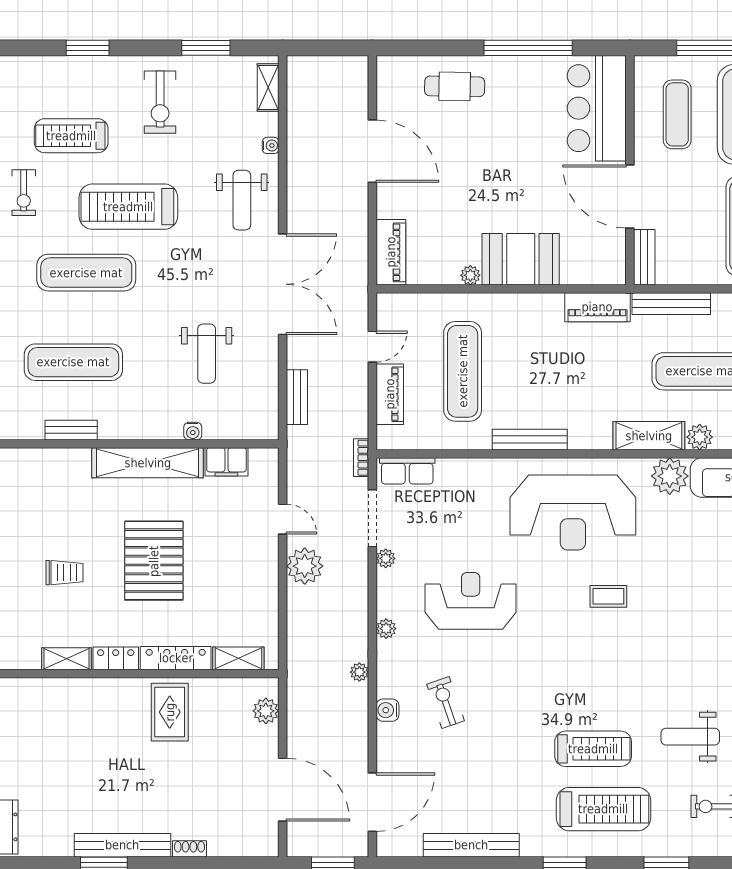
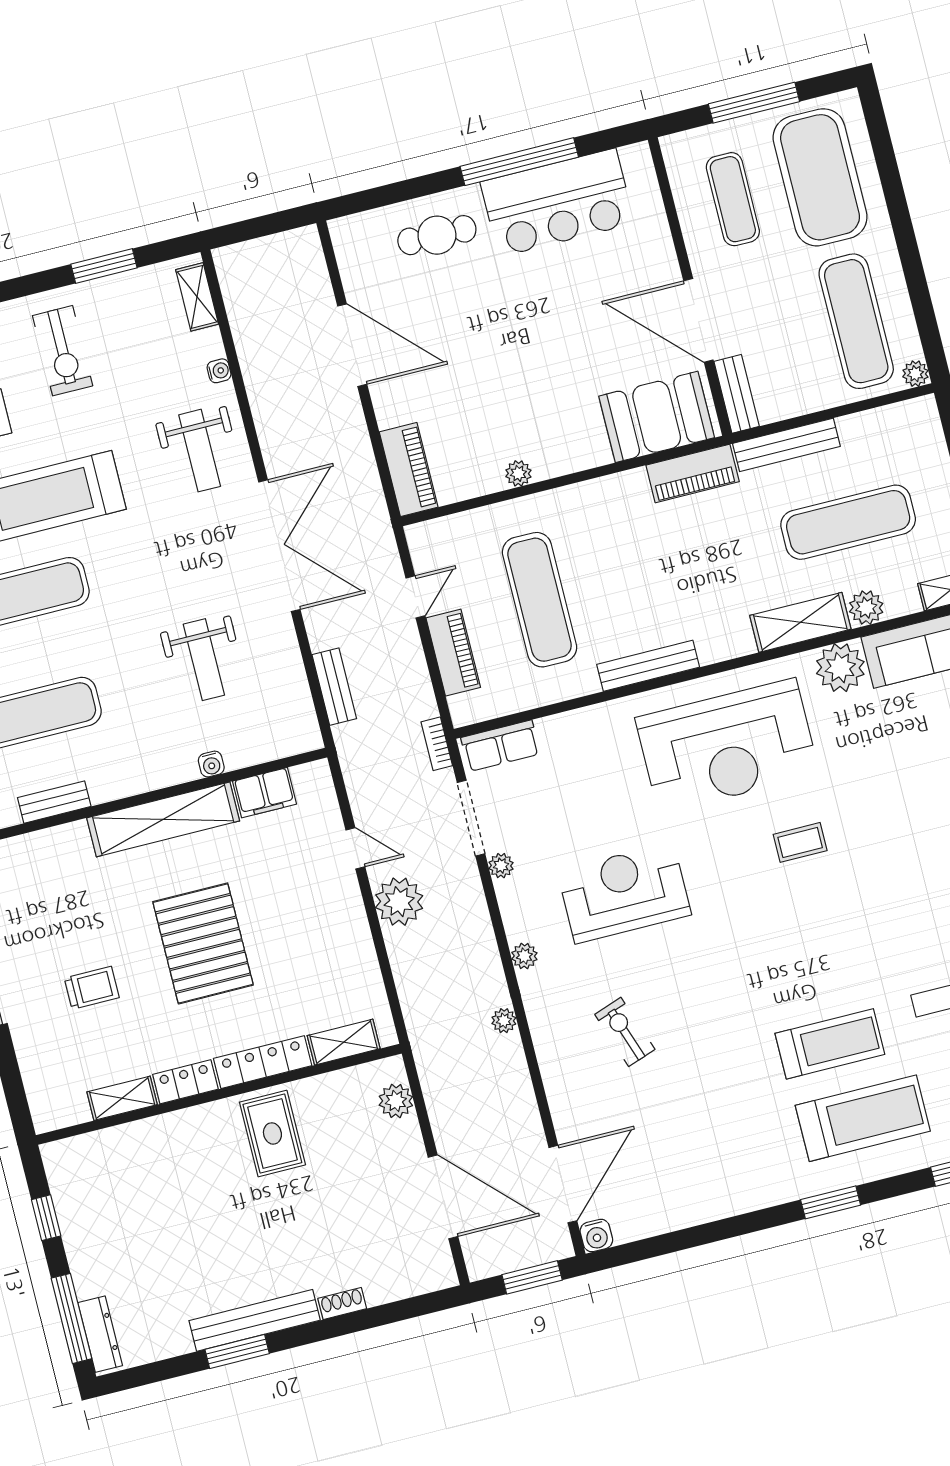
bar counter: (597, 108) -> (557, 203), moved, turned -90
booth: (521, 259) -> (657, 417), moved
water cooler: (388, 710) -> (596, 1236), moved, turned -90
bench: (471, 845) -> (704, 1208), removed

